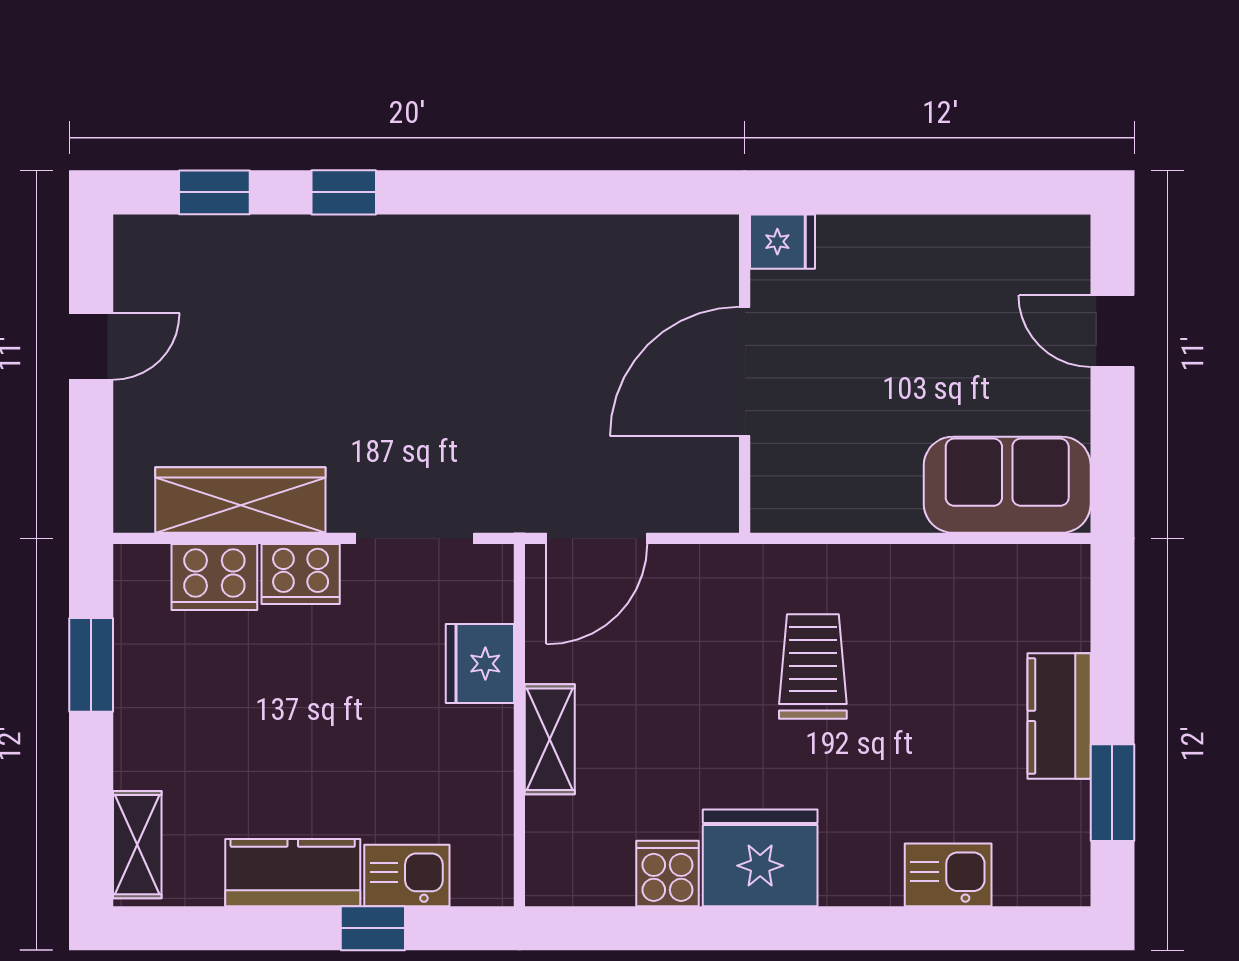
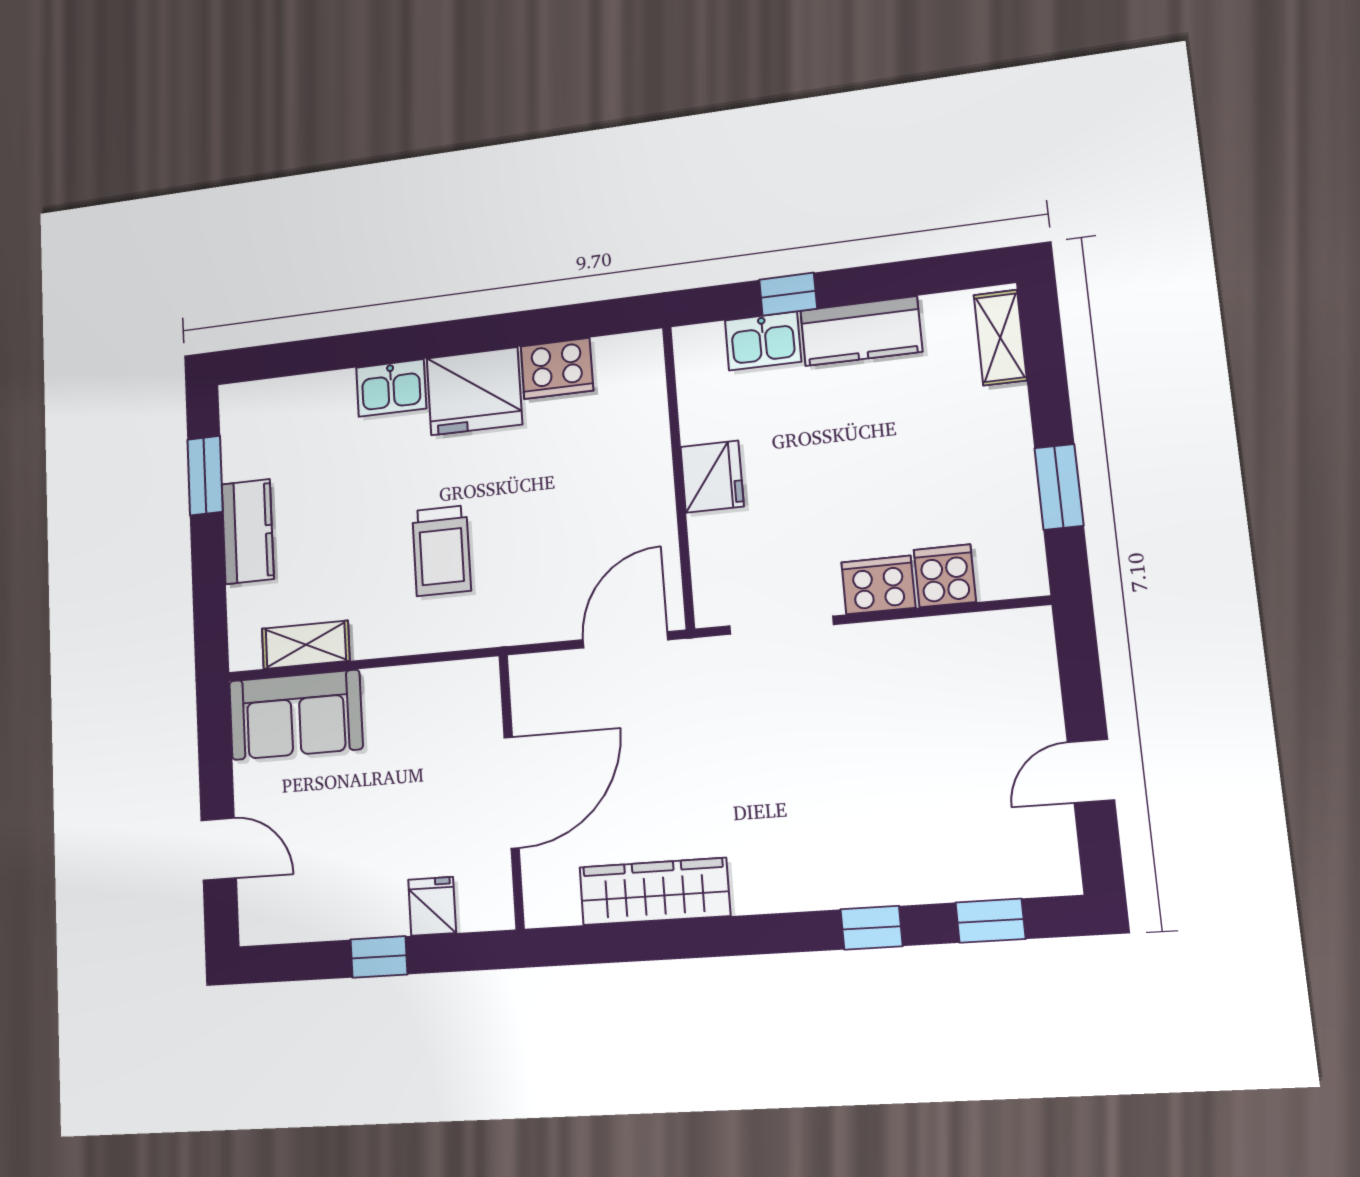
window: (917, 192) -> (379, 957), added
fridge: (783, 242) -> (432, 906), moved, turned 90
wardrobe: (240, 500) -> (654, 892), moved, turned 180
cooker: (214, 577) -> (945, 576), width x0.73
fridge: (480, 664) -> (712, 477), moved
shelving: (550, 739) -> (306, 645), moved, turned 90
cooker: (667, 873) -> (557, 368), width x1.36
kitchen sink: (948, 875) -> (391, 388), moved

